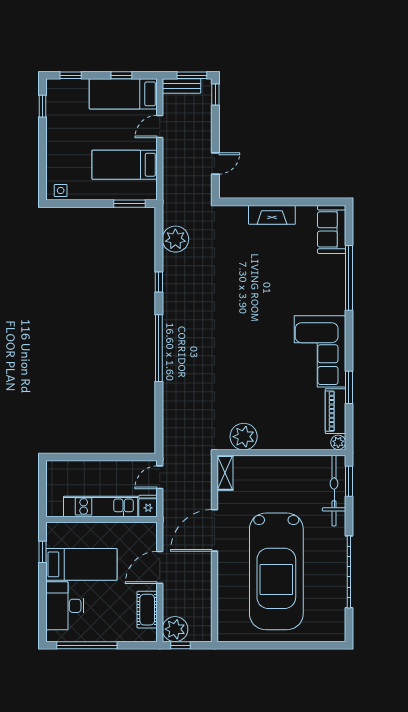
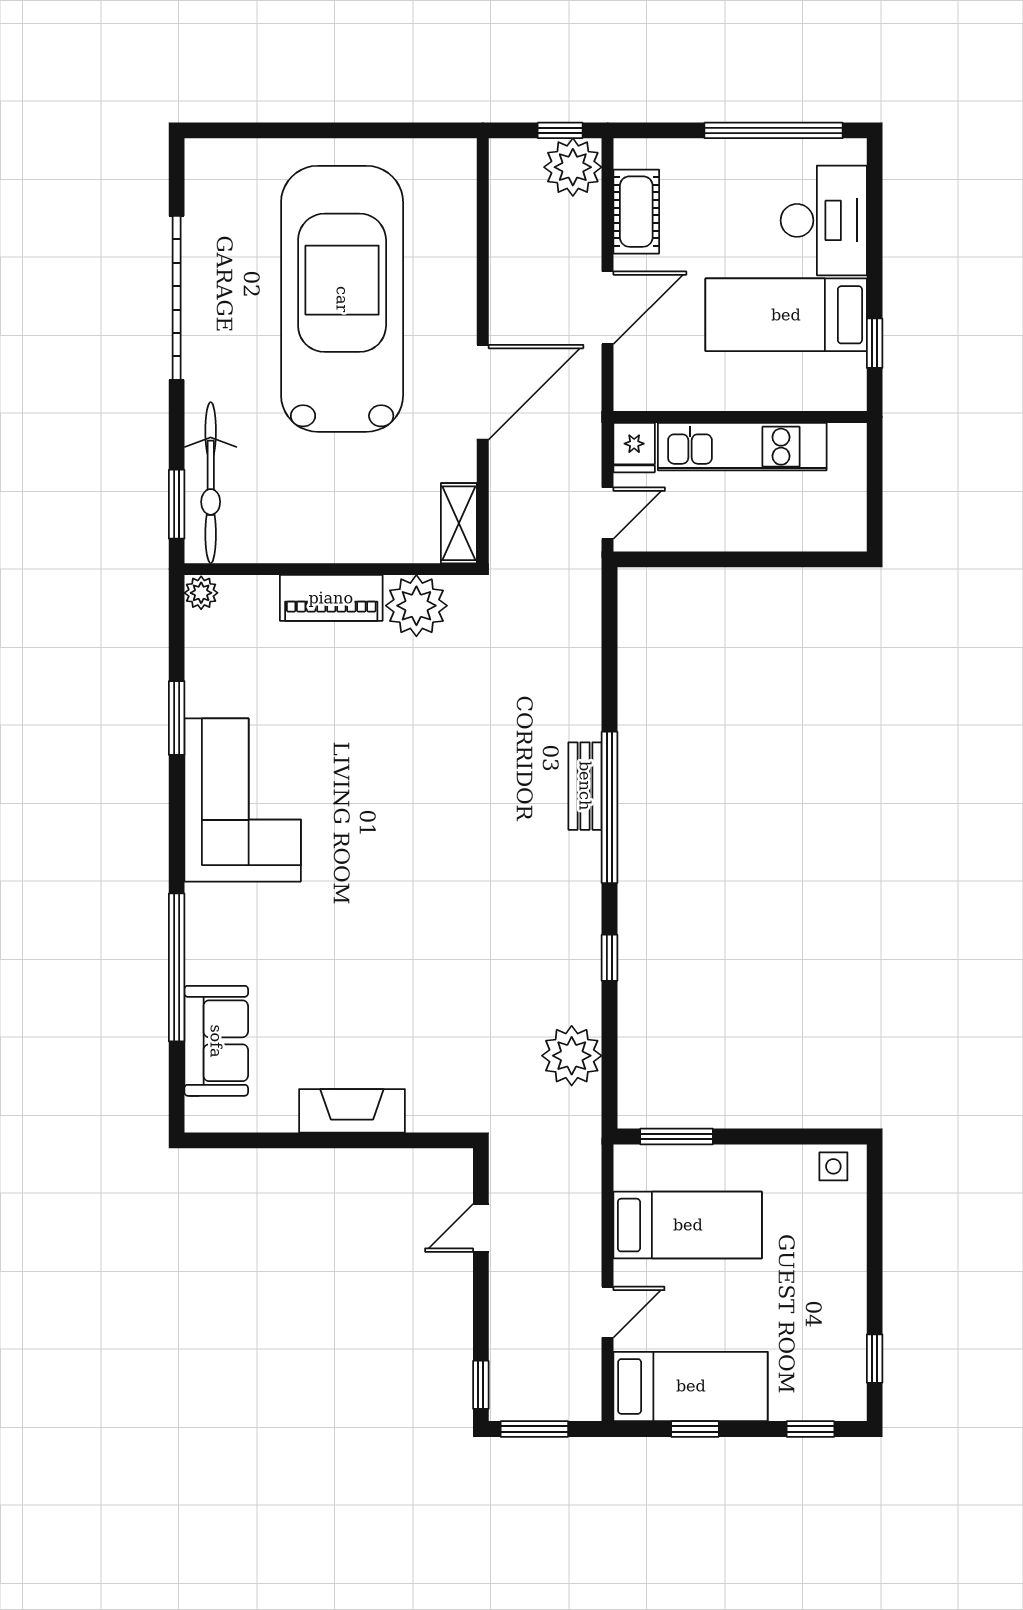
bench: (182, 86) -> (585, 786), moved, turned 90
sofa: (332, 229) -> (216, 1041), moved
piano: (335, 411) -> (331, 598), moved, turned 90

